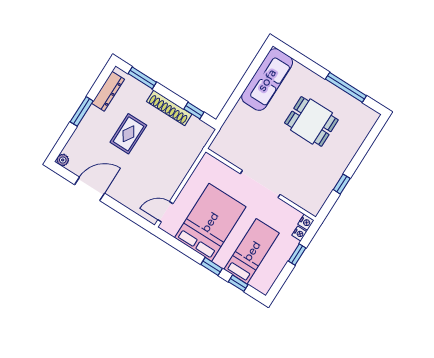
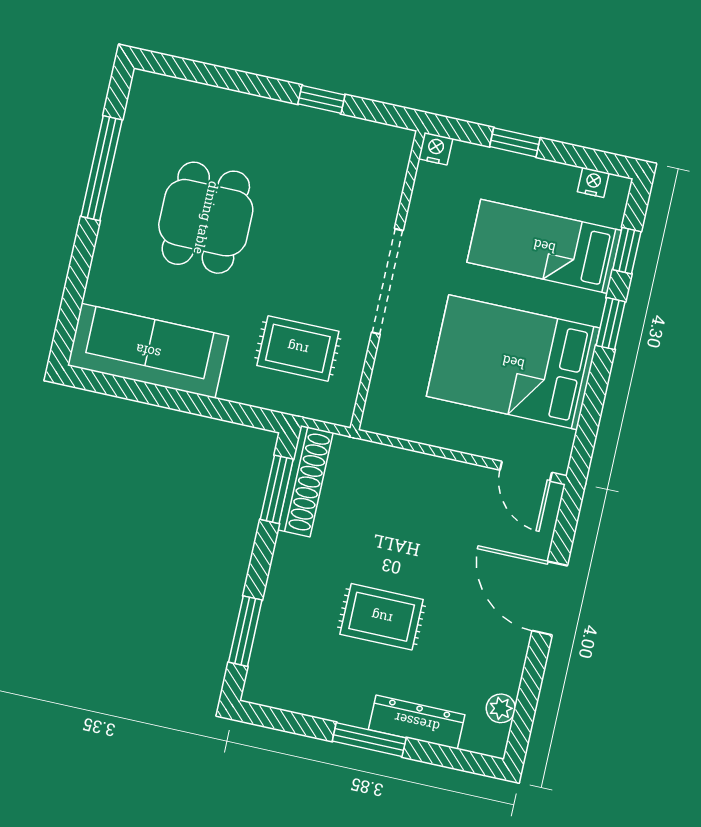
dresser: (108, 91) -> (417, 722), moved
shoe rack: (169, 108) -> (305, 481), moved
window: (194, 111) -> (277, 489), width x1.50
rug: (247, 139) -> (298, 348), added
plant: (63, 160) -> (501, 708), moved
door: (90, 189) -> (550, 598), moved
nightstand: (299, 233) -> (593, 182), moved

